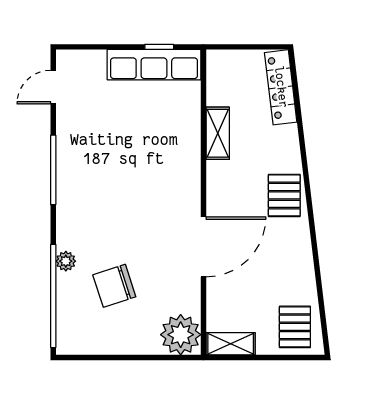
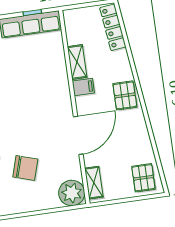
filing cabinet: (222, 173) -> (83, 87), added
chair: (114, 286) -> (25, 168), turned -145
shelving: (231, 344) -> (94, 183), moved, turned 90

